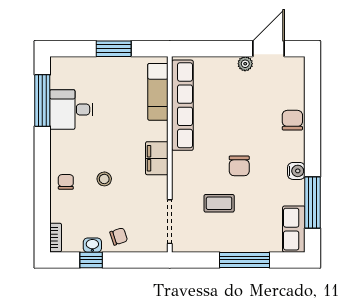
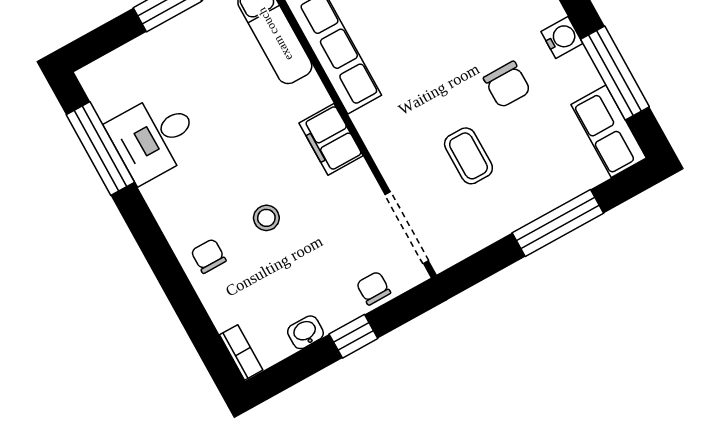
chair: (239, 166) -> (507, 85), moved
coffee table: (219, 203) -> (468, 156), turned 90
chair: (119, 236) -> (373, 288), moved, turned -72
window: (91, 260) -> (353, 336), moved

